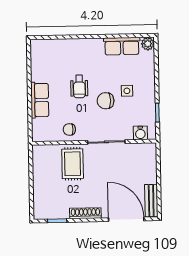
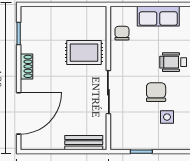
chair: (69, 129) -> (122, 33), moved
water cooler: (140, 133) -> (118, 132), removed
bench: (151, 201) -> (84, 143), moved
shoe rack: (85, 213) -> (26, 66), width x0.70

